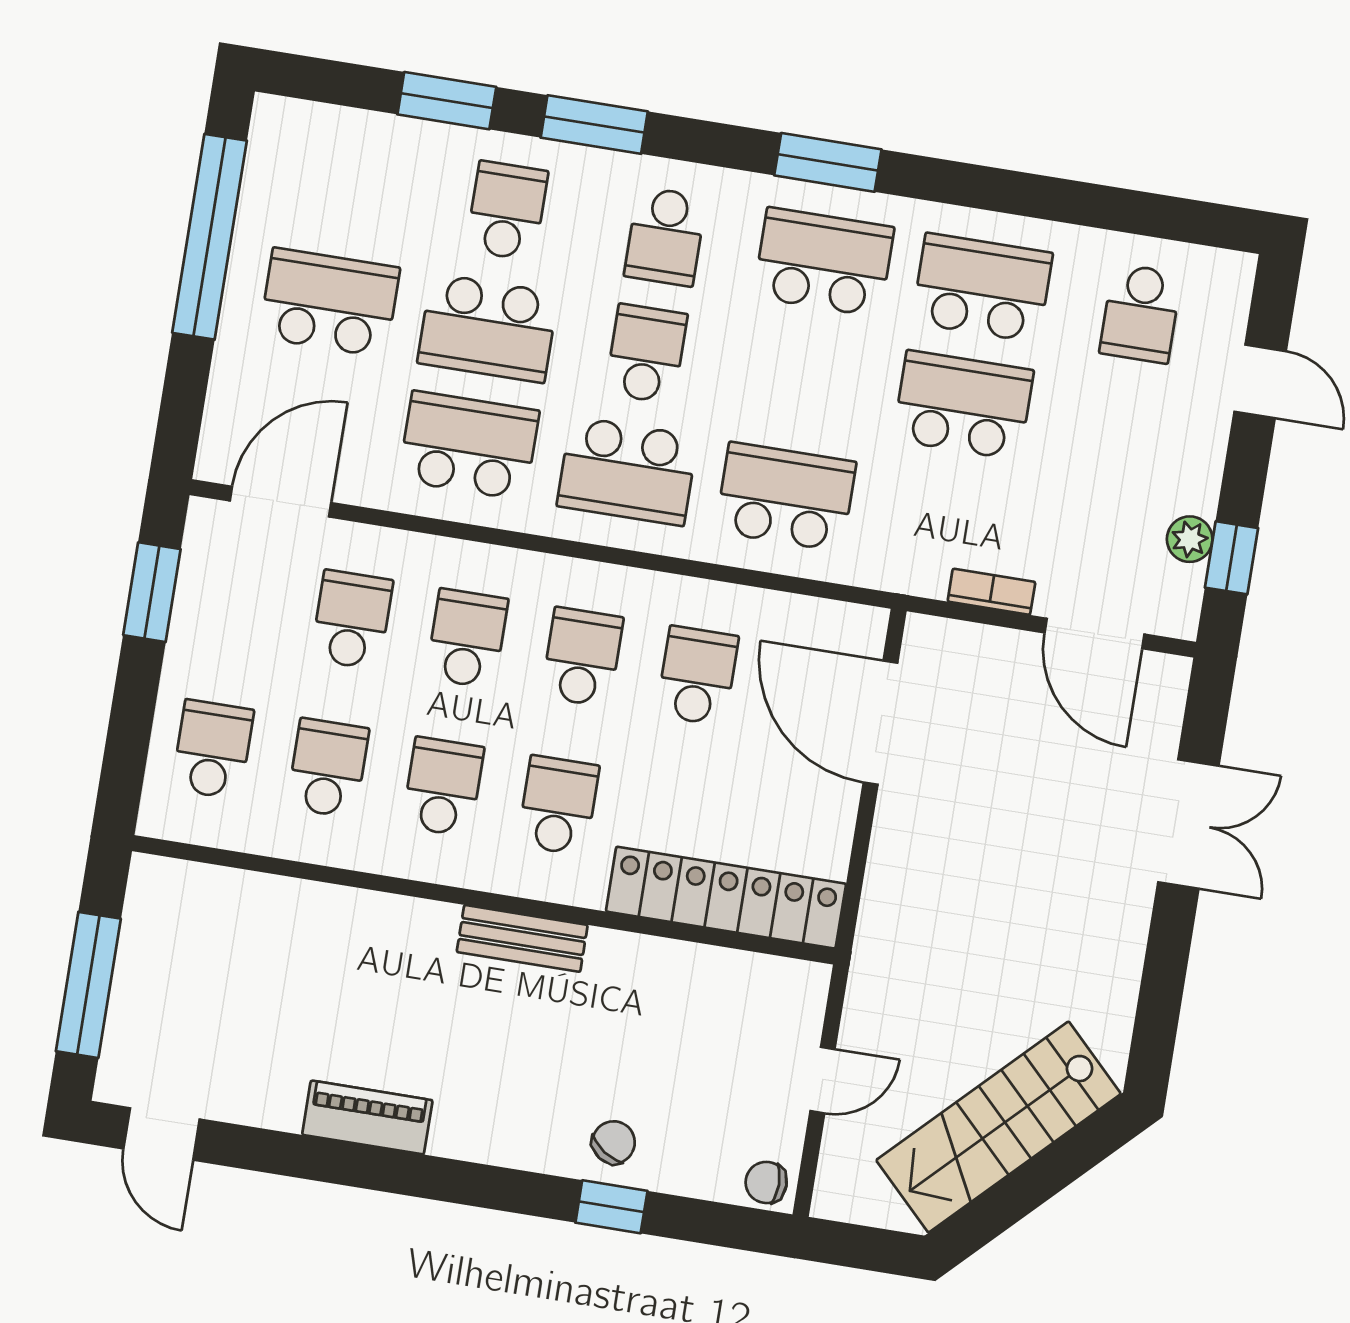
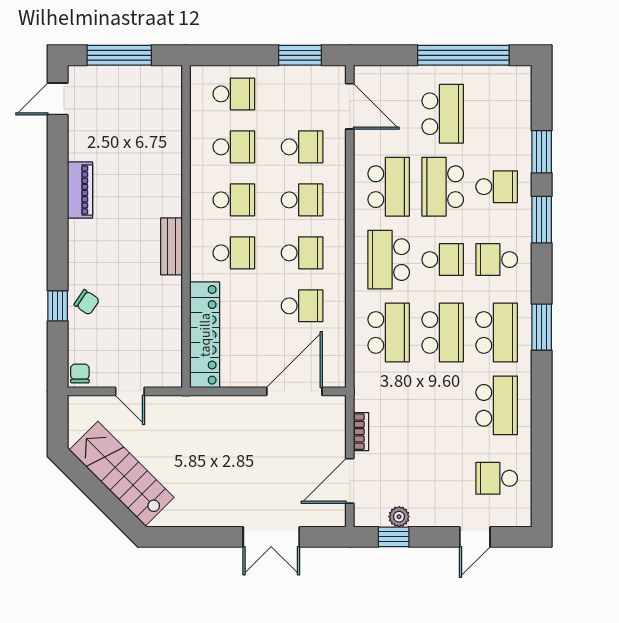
school desk: (963, 405) -> (443, 332), moved

